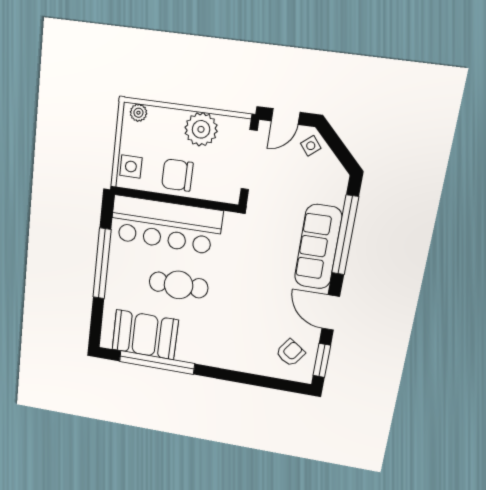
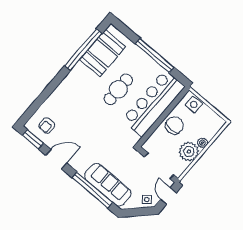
plant: (138, 113) -> (202, 143), moved
sofa: (318, 247) -> (108, 185), moved
armchair: (290, 353) -> (47, 126), turned 55

